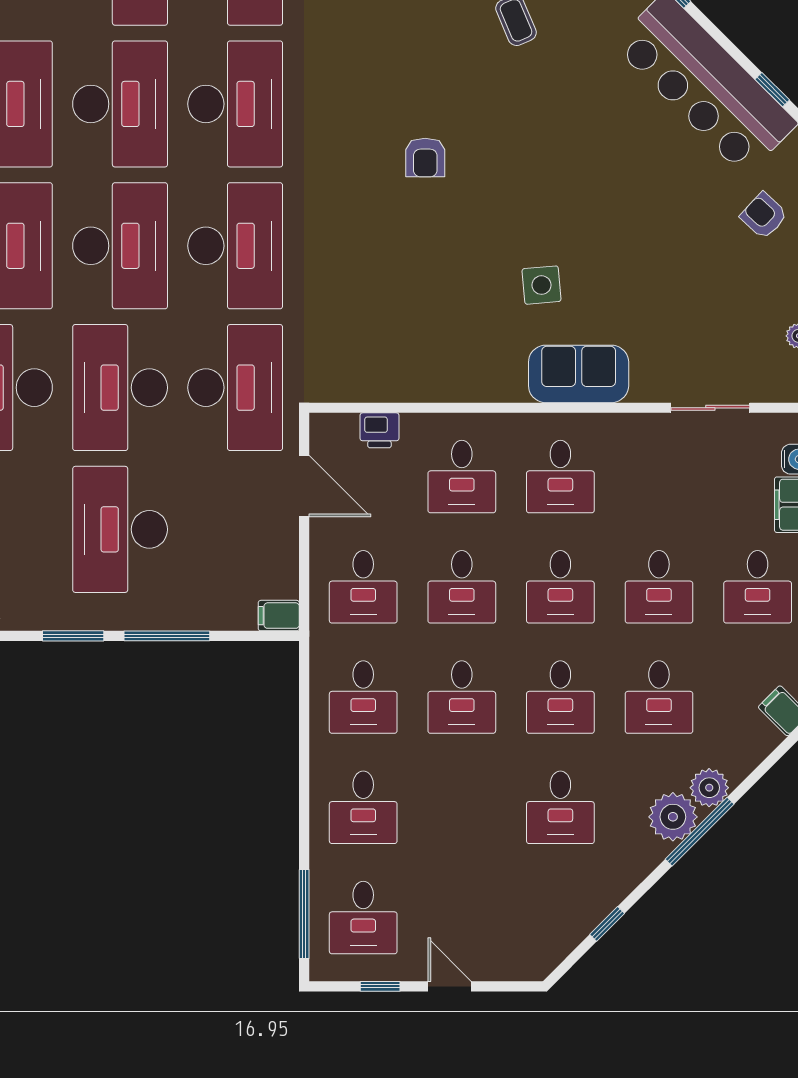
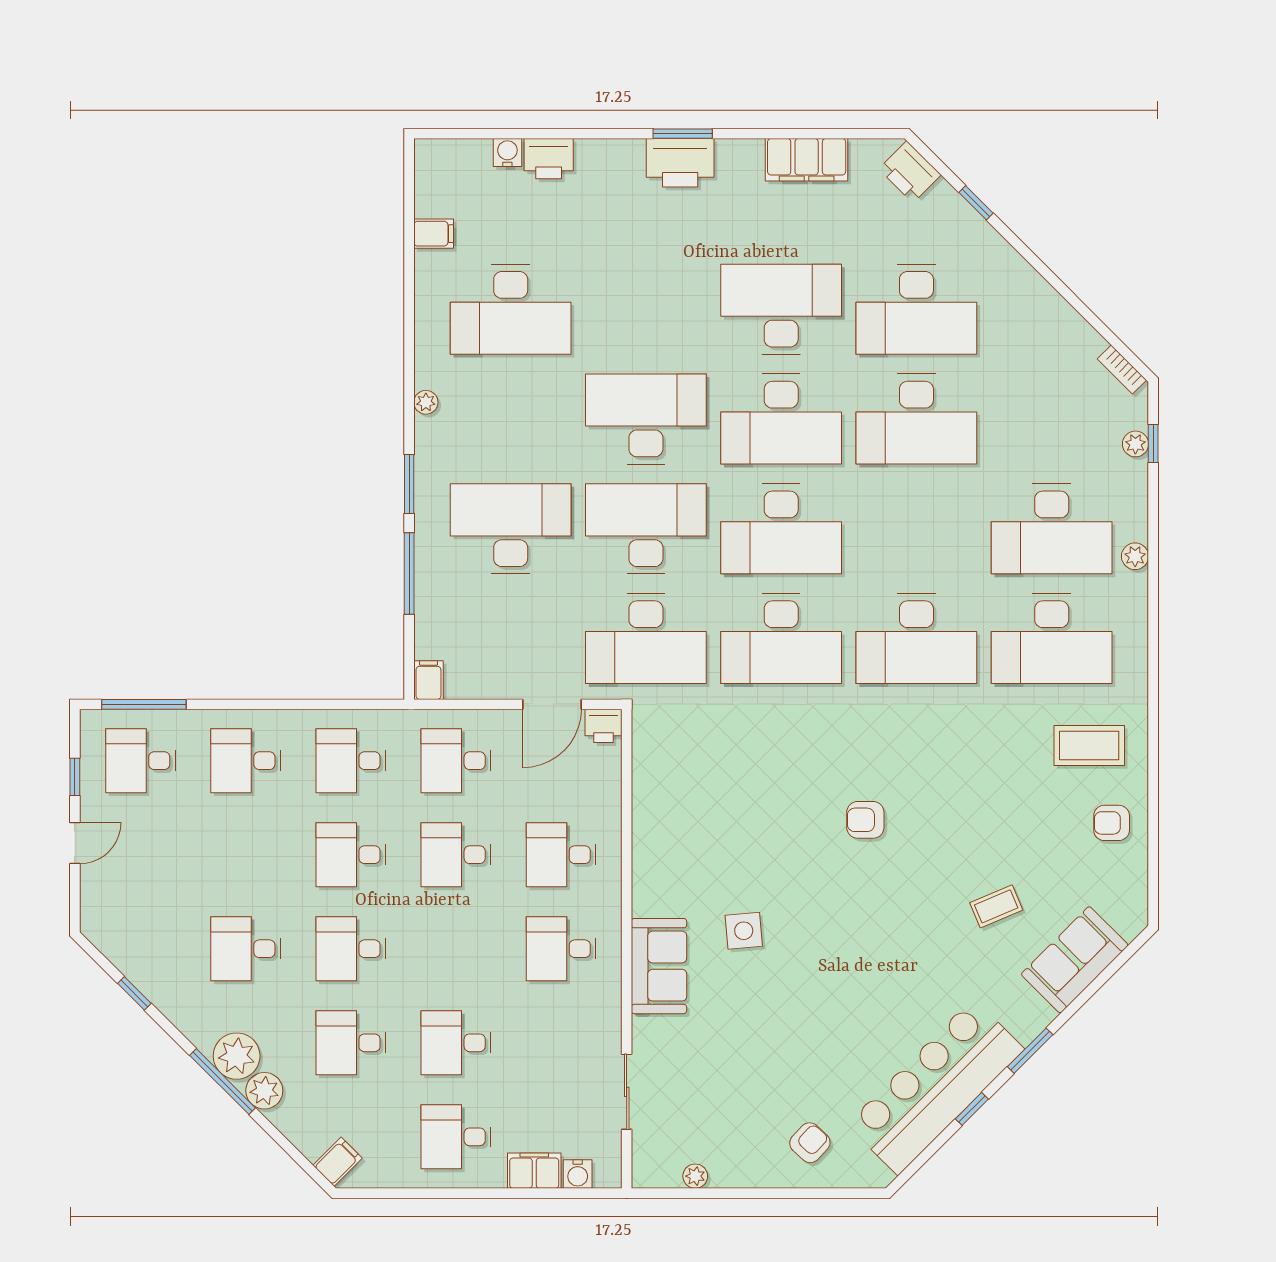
window: (772, 90) -> (972, 1109), moved
desk: (120, 104) -> (916, 529), removed
printer: (379, 430) -> (604, 726), moved, turned -90
desk: (560, 587) -> (456, 949), removed

